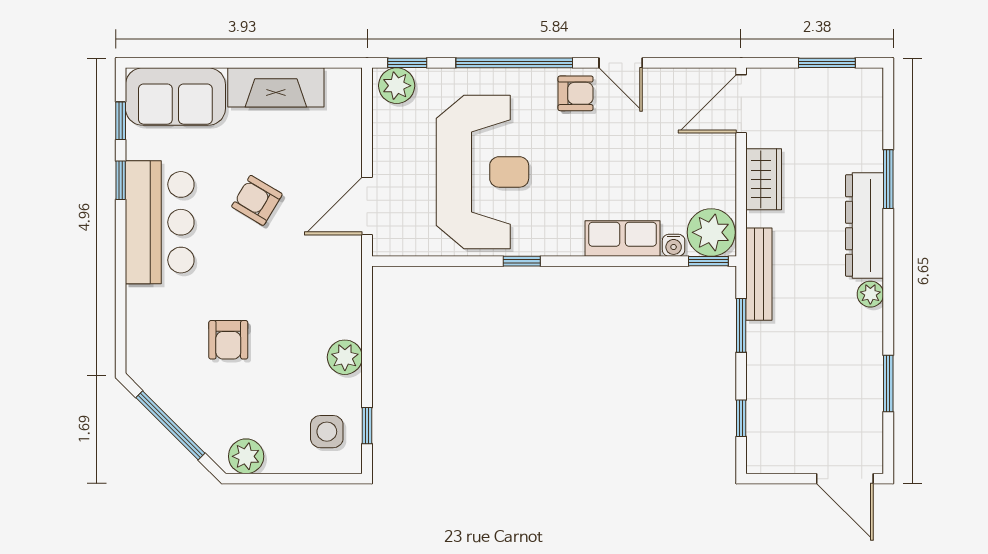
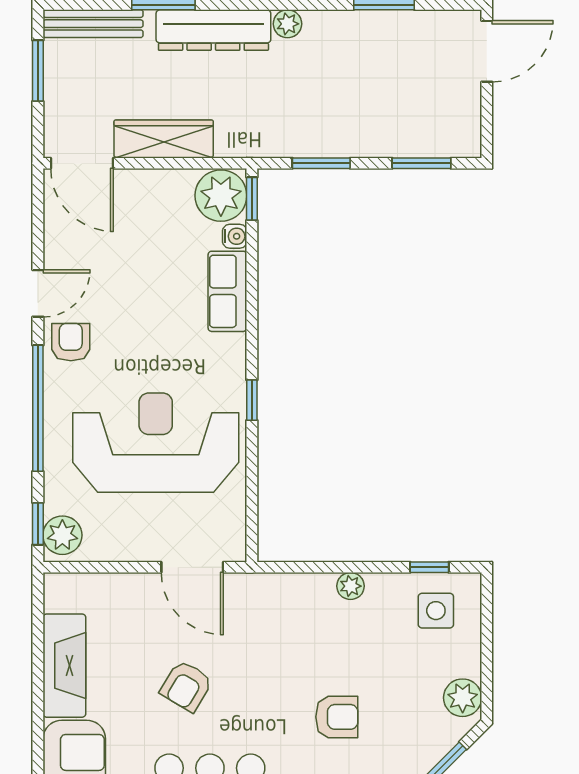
wardrobe: (764, 179) -> (164, 139), width x1.50
bench: (759, 274) -> (93, 24), moved
plant: (345, 357) -> (350, 586), width x0.73, depth x0.73
window: (741, 418) -> (421, 163), width x1.50

